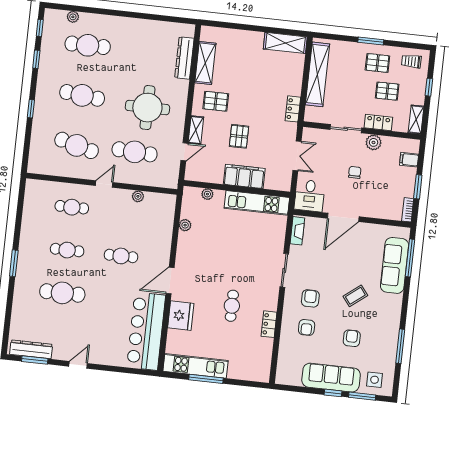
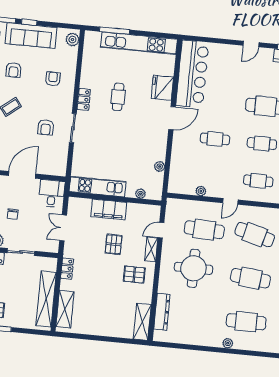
plant: (73, 17) -> (228, 343), moved
shelving: (285, 43) -> (65, 309), moved, turned 90
shelving: (205, 63) -> (142, 322), moved
fireplace: (297, 231) -> (62, 163), removed
armchair: (310, 298) -> (46, 127), moved
locker: (269, 324) -> (84, 99), moved
kitchen unit: (196, 366) -> (139, 43), width x1.36
plant: (283, 372) -> (72, 40), added
window: (206, 379) -> (114, 31), moved

